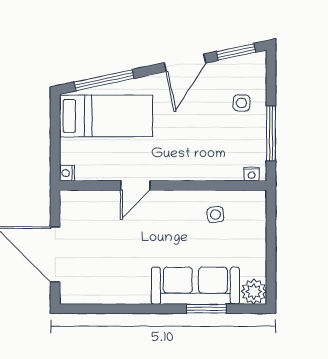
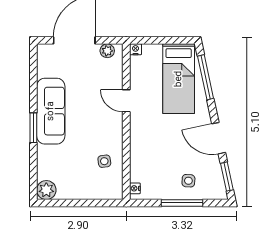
window: (271, 133) -> (182, 203), moved
plant: (69, 211) -> (107, 51), added
sofa: (195, 286) -> (51, 111), moved
window: (206, 309) -> (33, 128), moved

